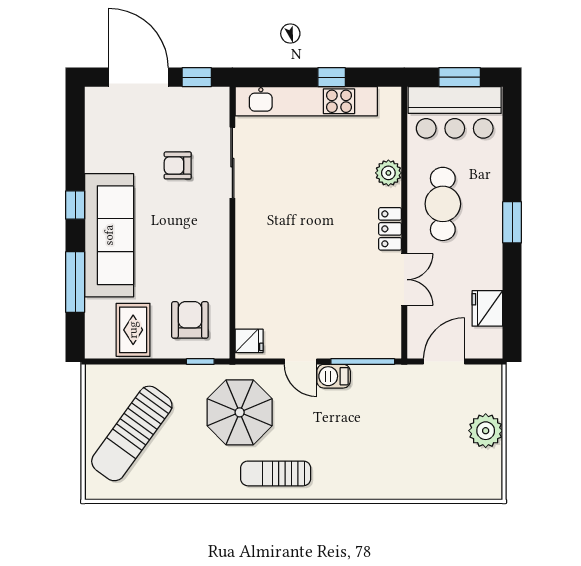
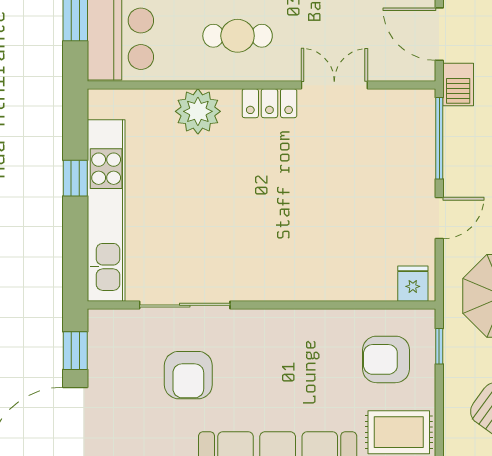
armchair: (178, 165) -> (188, 375), width x1.38, depth x1.38
plant: (388, 173) -> (198, 111), width x1.36, depth x1.36
cafe table: (443, 204) -> (238, 36), width x0.73, depth x0.74
barbecue: (334, 376) -> (458, 84), moved

